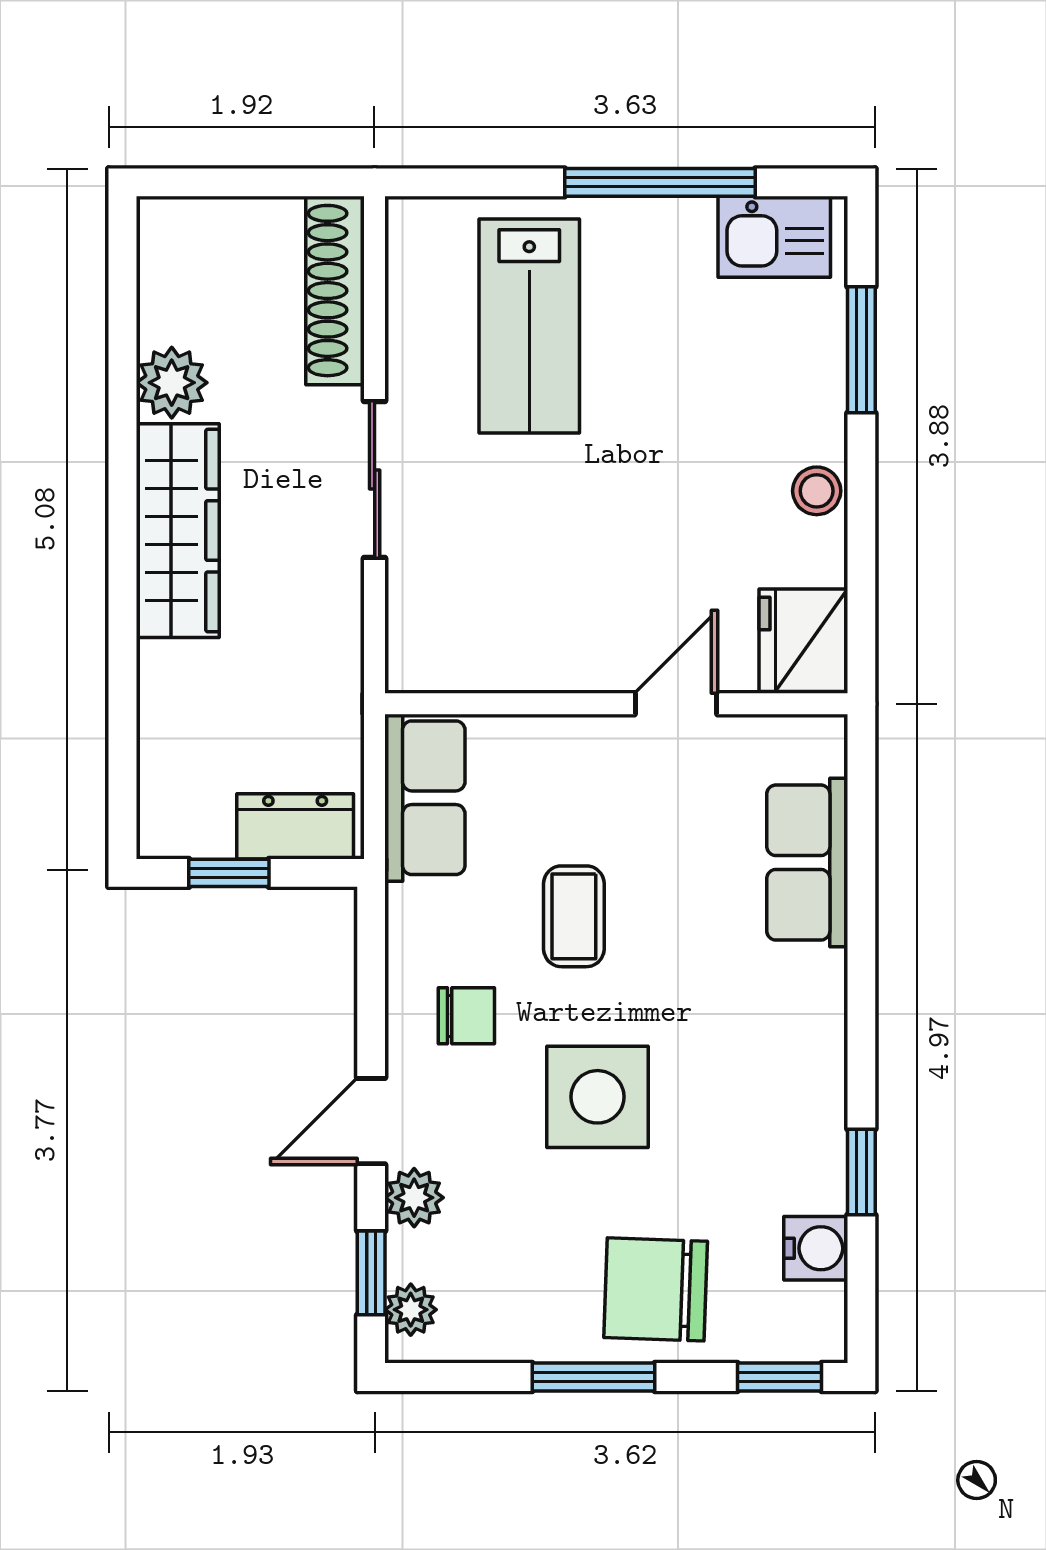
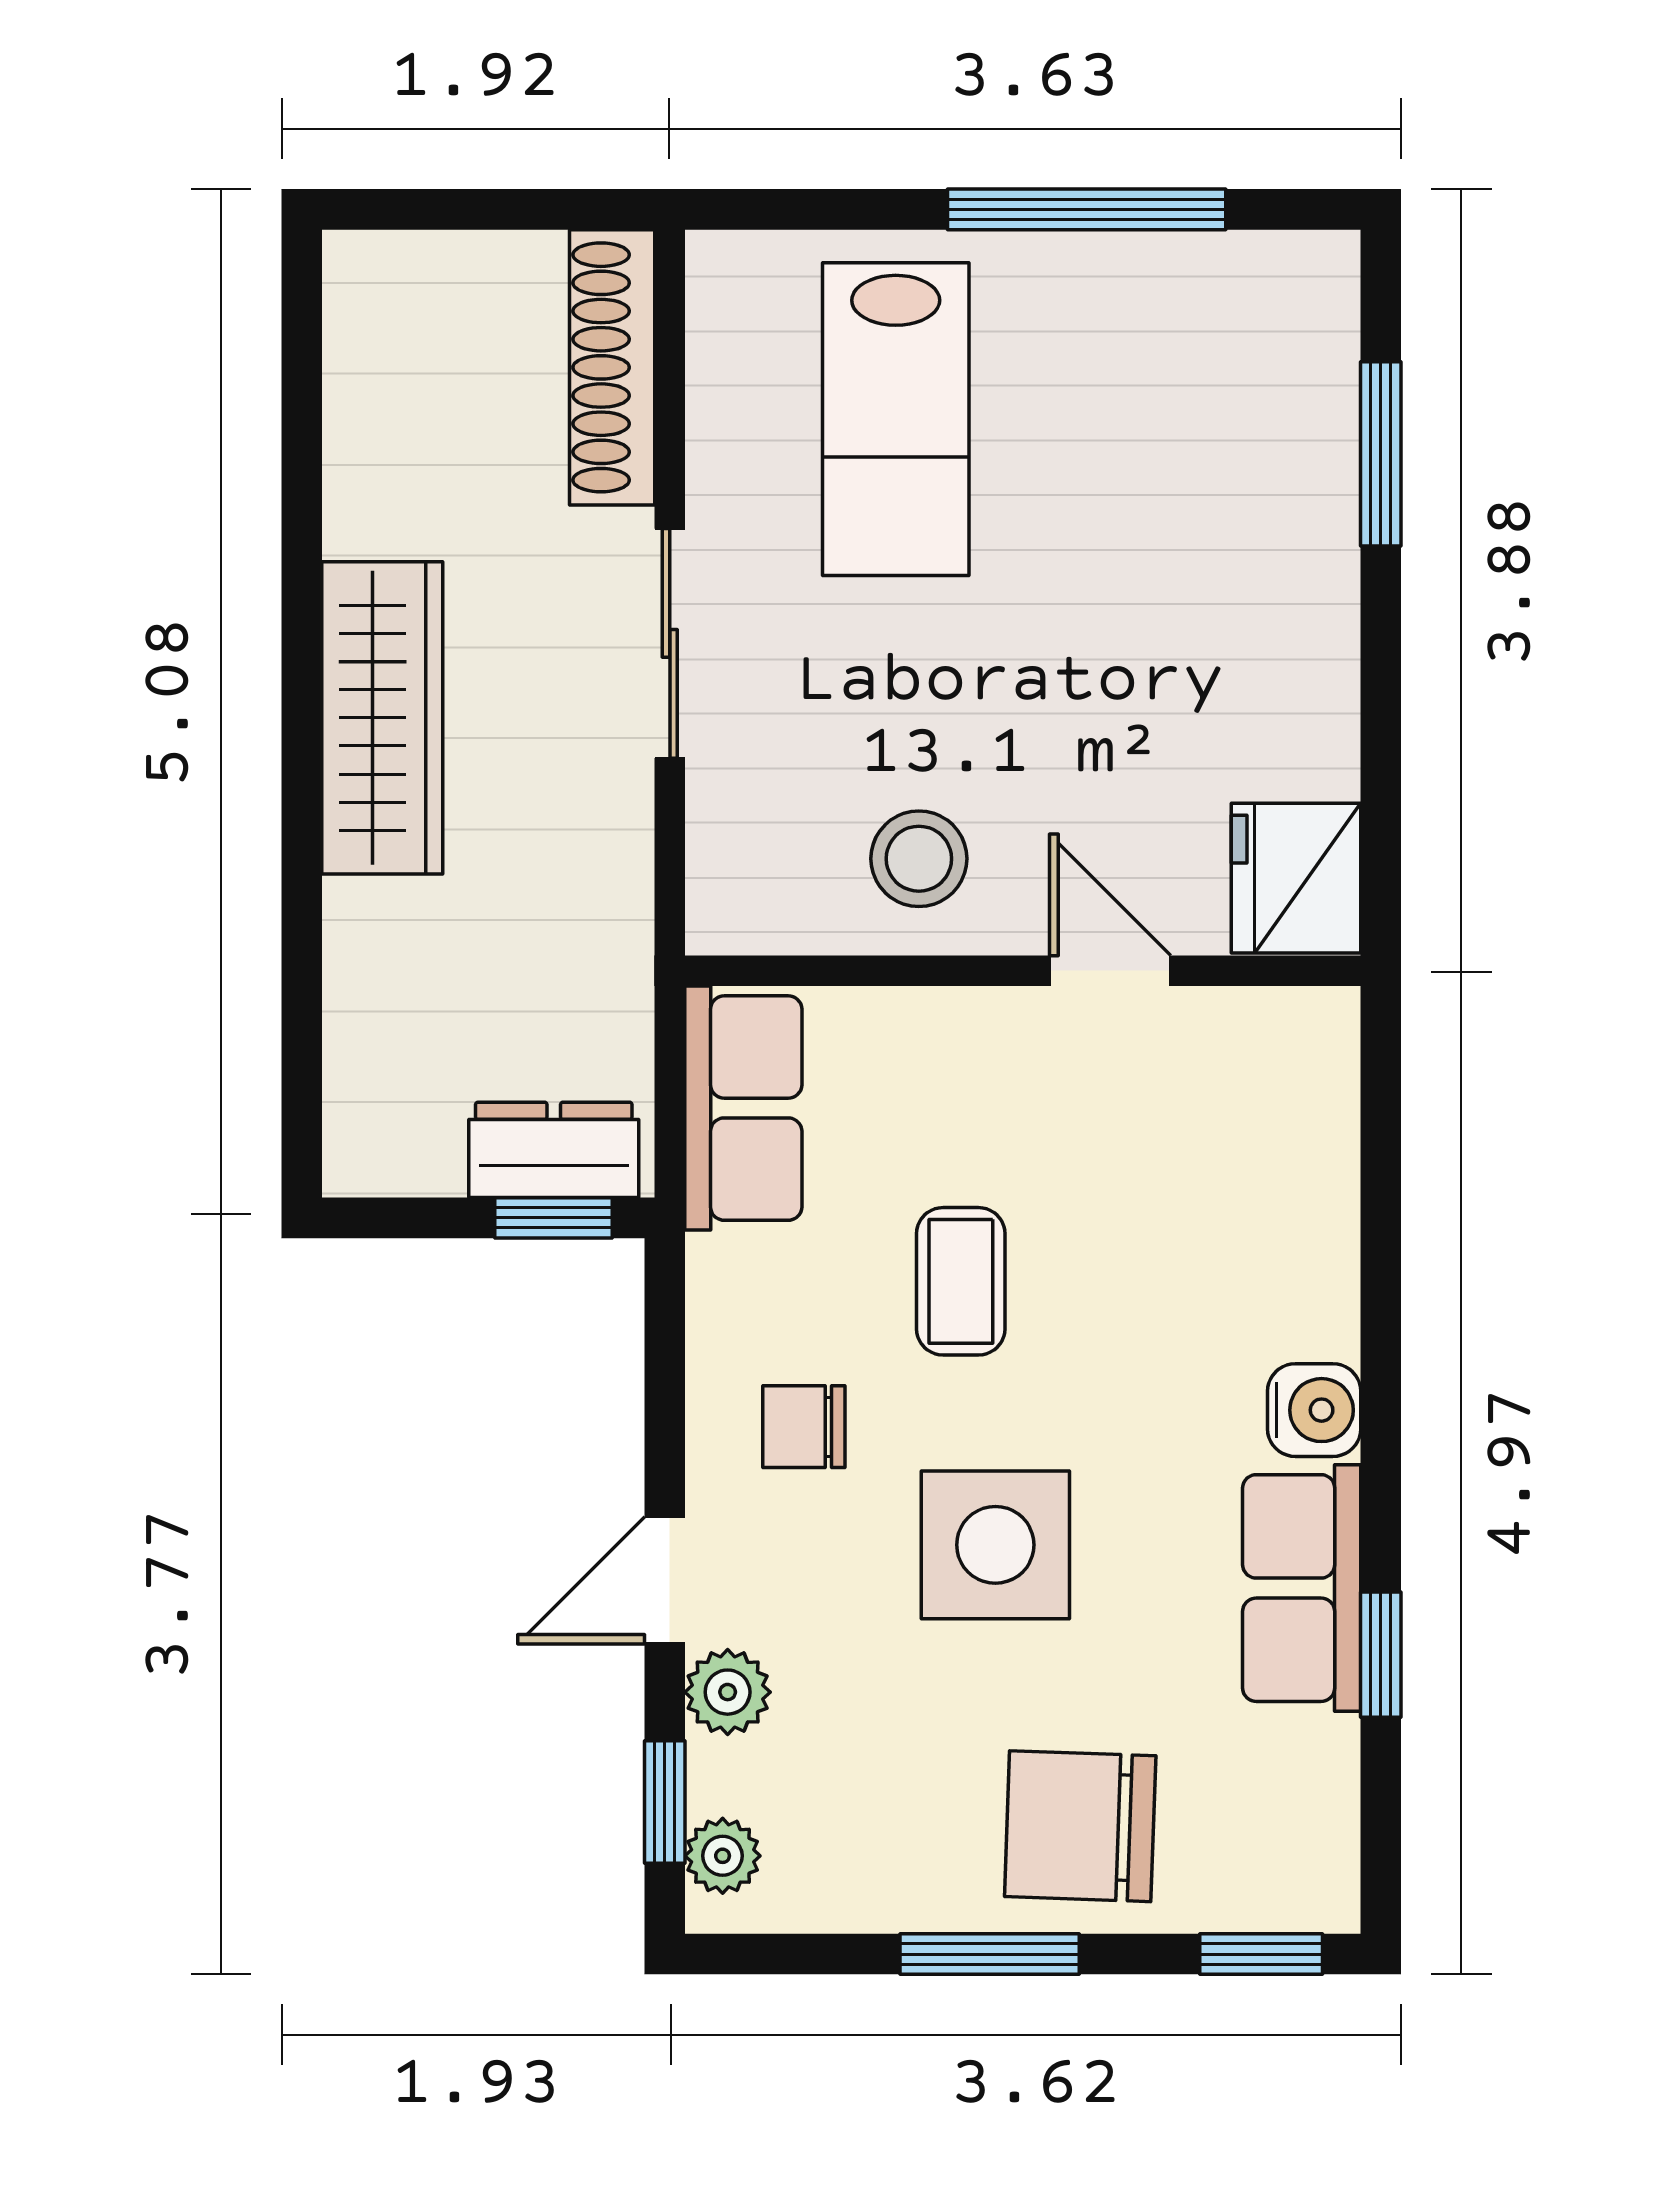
kitchen sink: (774, 237) -> (1253, 289), removed
plant: (172, 383) -> (374, 502), removed
stool: (817, 491) -> (919, 859), moved, width x1.37, depth x1.37
door: (676, 704) -> (1110, 971), hinge flipped
row of seats: (807, 863) -> (1302, 1588), moved
window: (229, 873) -> (553, 1218), moved
chair: (466, 1016) -> (804, 1427), turned 180
water cooler: (816, 1248) -> (1314, 1410), moved

